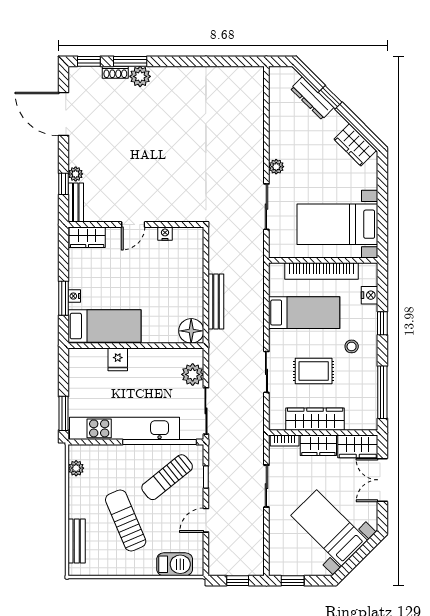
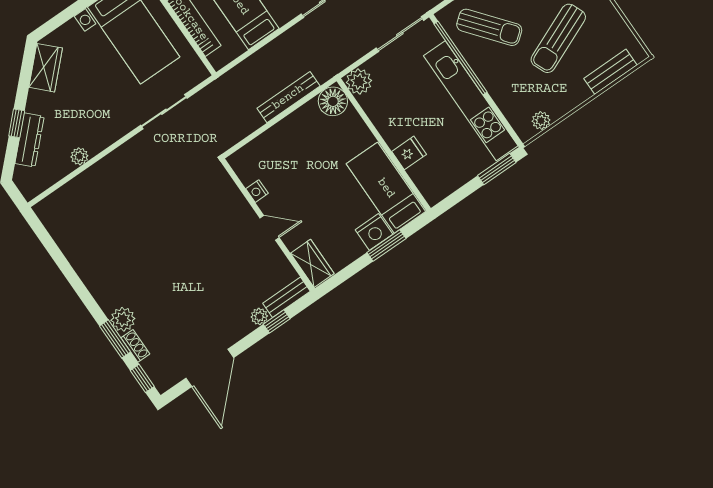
plant: (276, 167) -> (79, 156), moved
nightstand: (74, 296) -> (374, 232), width x1.89, depth x1.79
plant: (193, 374) -> (359, 81), moved

